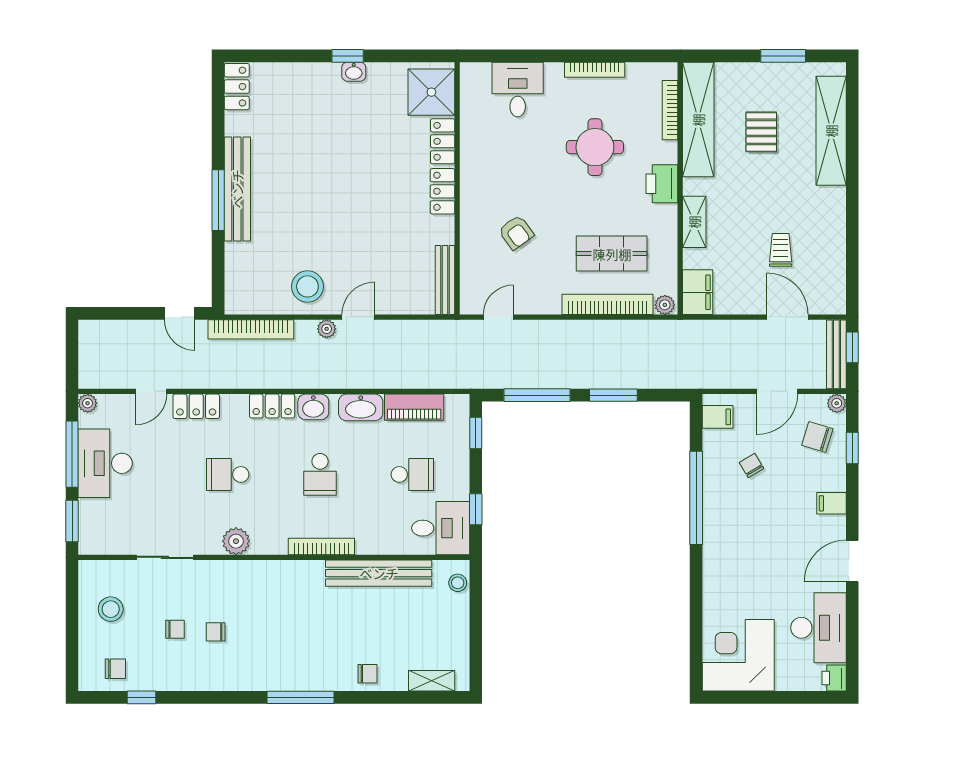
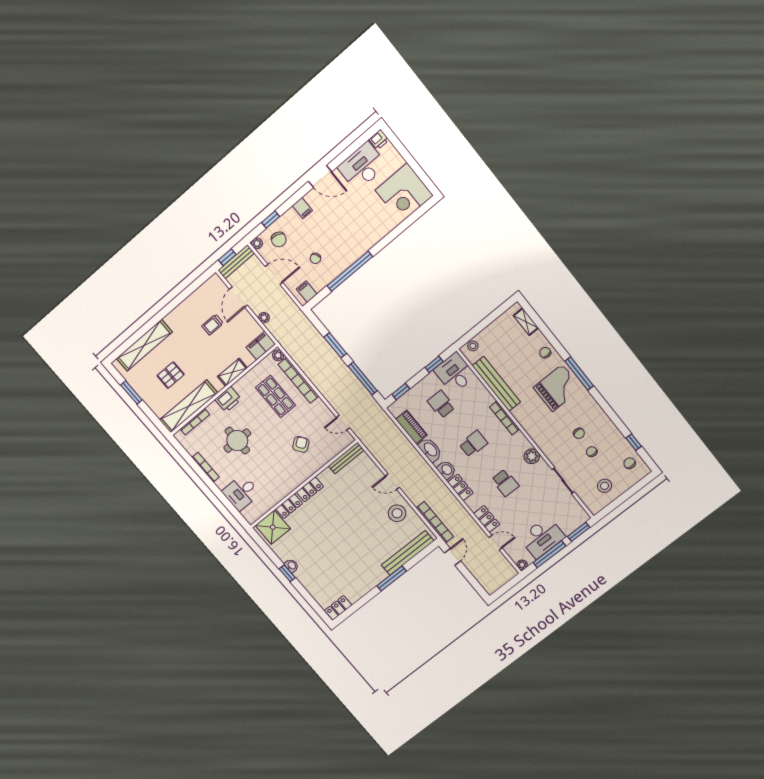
bench: (237, 189) -> (408, 553), moved
plant: (327, 329) -> (264, 318), moved
grand piano: (304, 652) -> (557, 388), added

